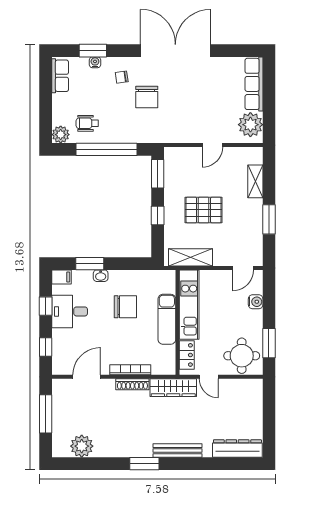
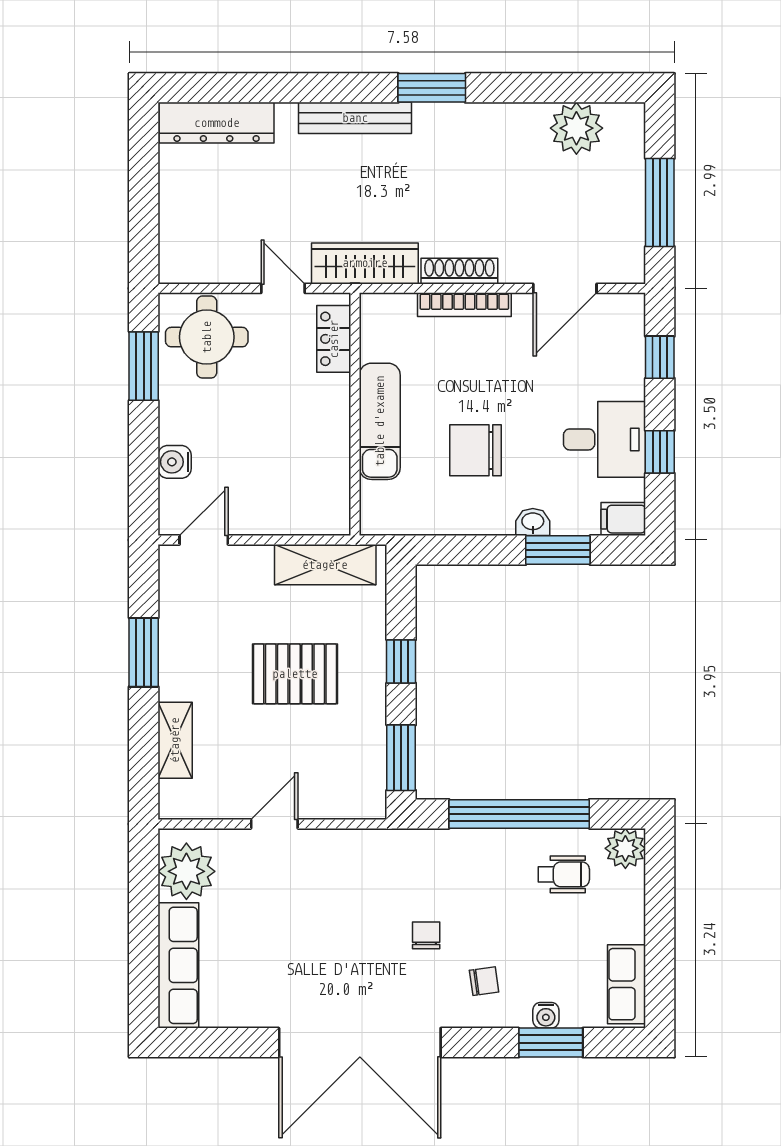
chair: (147, 97) -> (426, 935), width x0.54, depth x0.54
kitchen unit: (189, 305) -> (328, 455), removed

